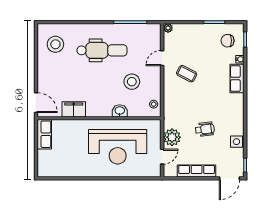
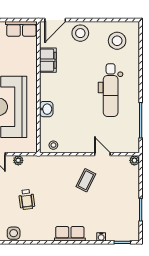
chair: (228, 41) -> (121, 224), removed
row of seats: (237, 79) -> (70, 234), moved
stool: (132, 82) -> (80, 33), moved
plant: (172, 137) -> (18, 160), width x0.53, depth x0.53

